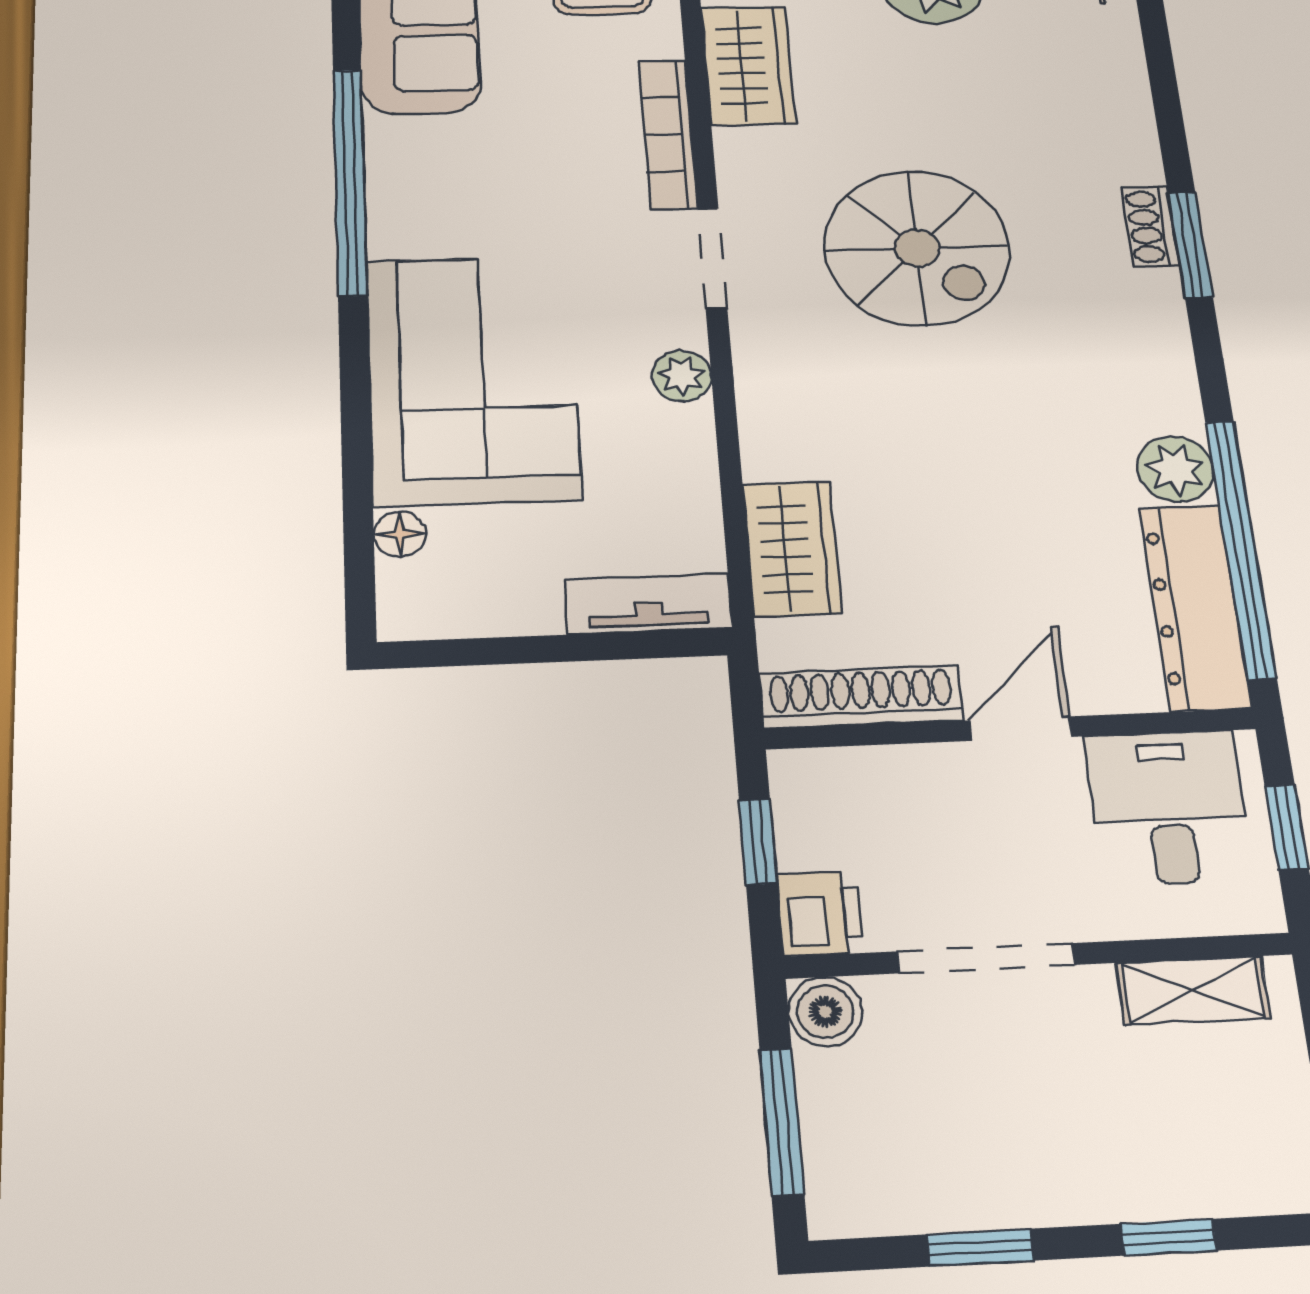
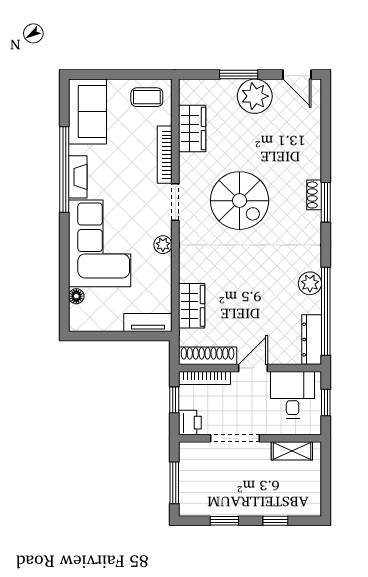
fireplace: (394, 200) -> (78, 177), added
dresser: (1195, 607) -> (312, 340), width x0.73, depth x0.80
bookcase: (857, 767) -> (204, 378), added
boiler: (825, 1012) -> (189, 452), removed

